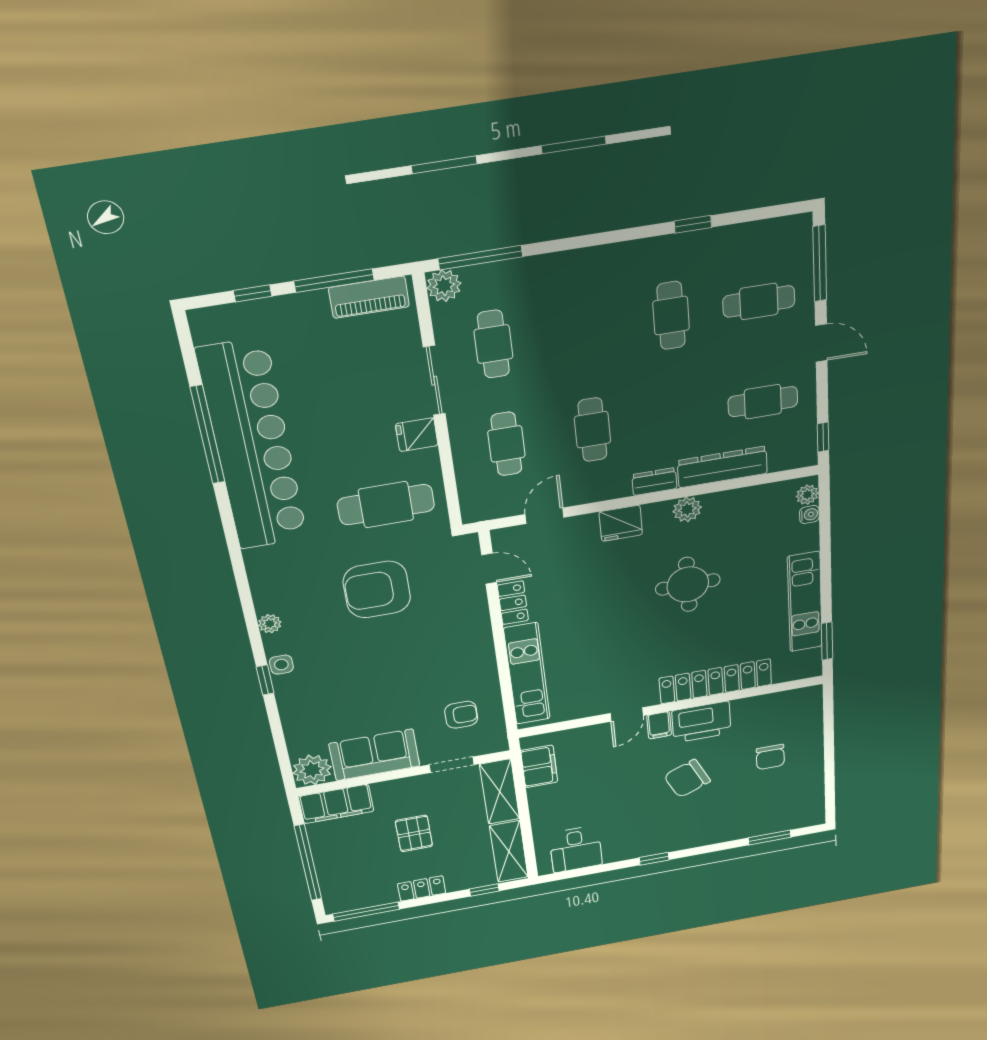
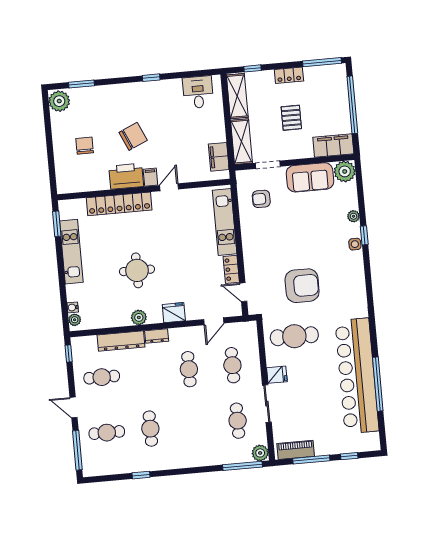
plant: (270, 624) -> (353, 216), moved
plant: (808, 811) -> (59, 101), added

